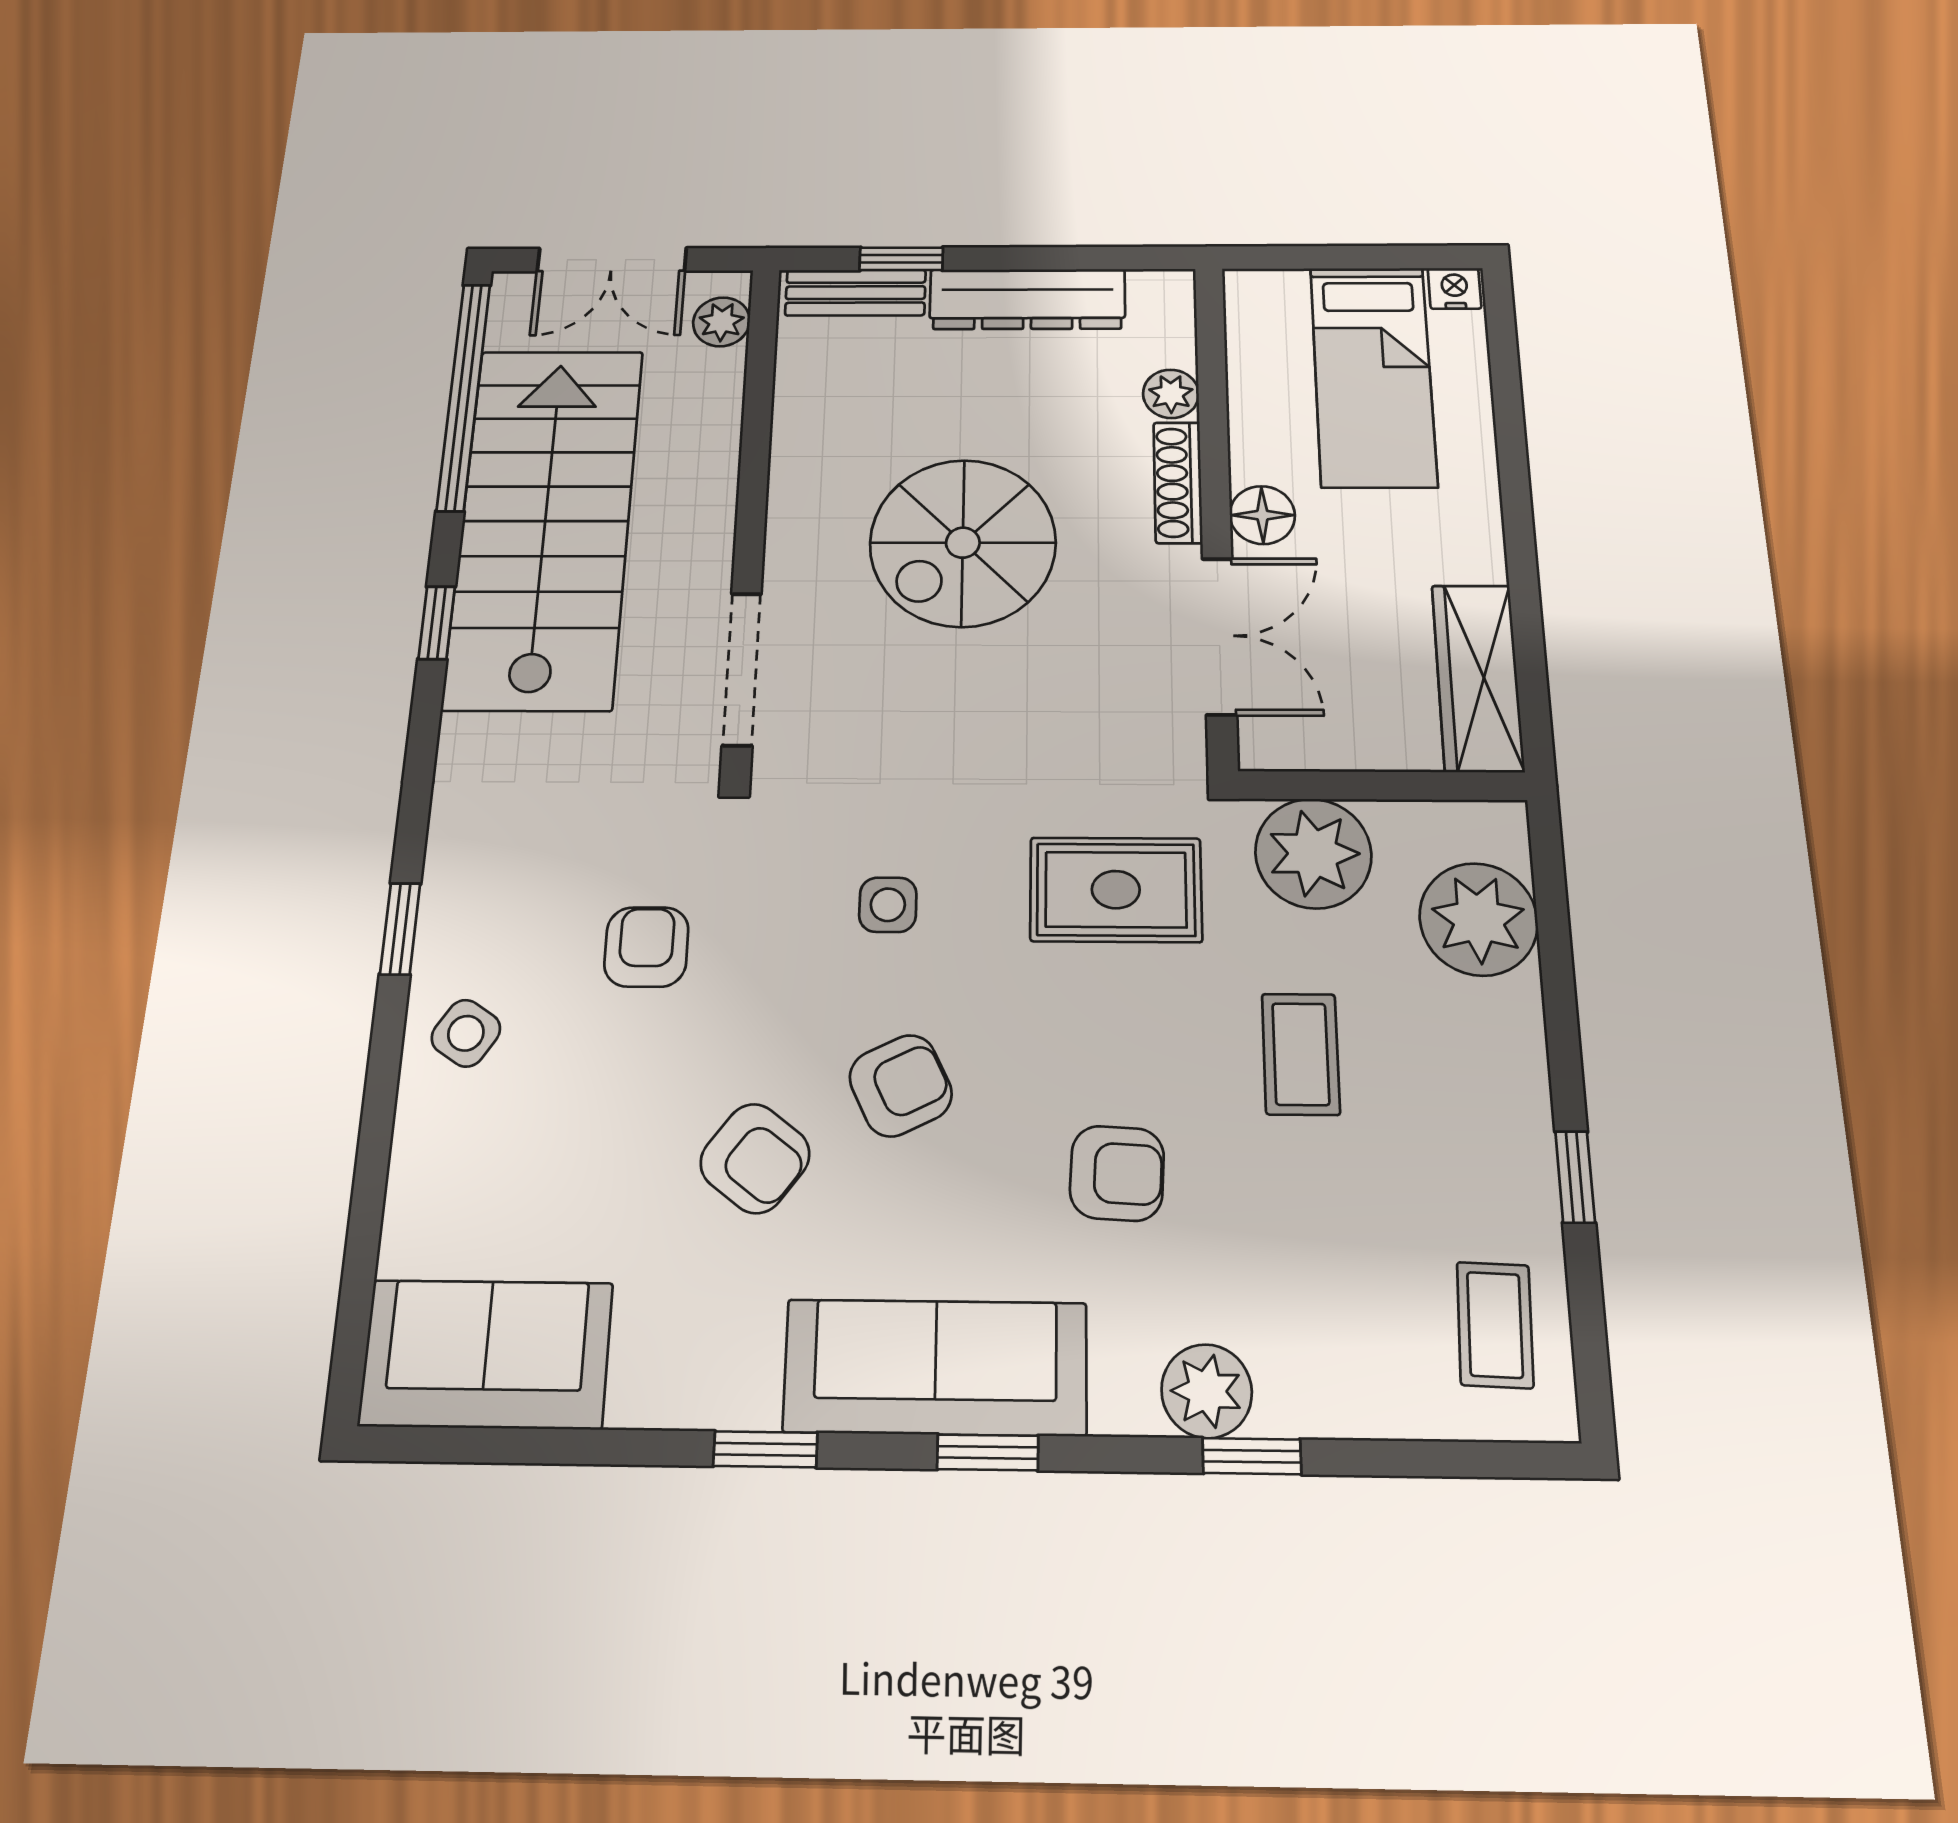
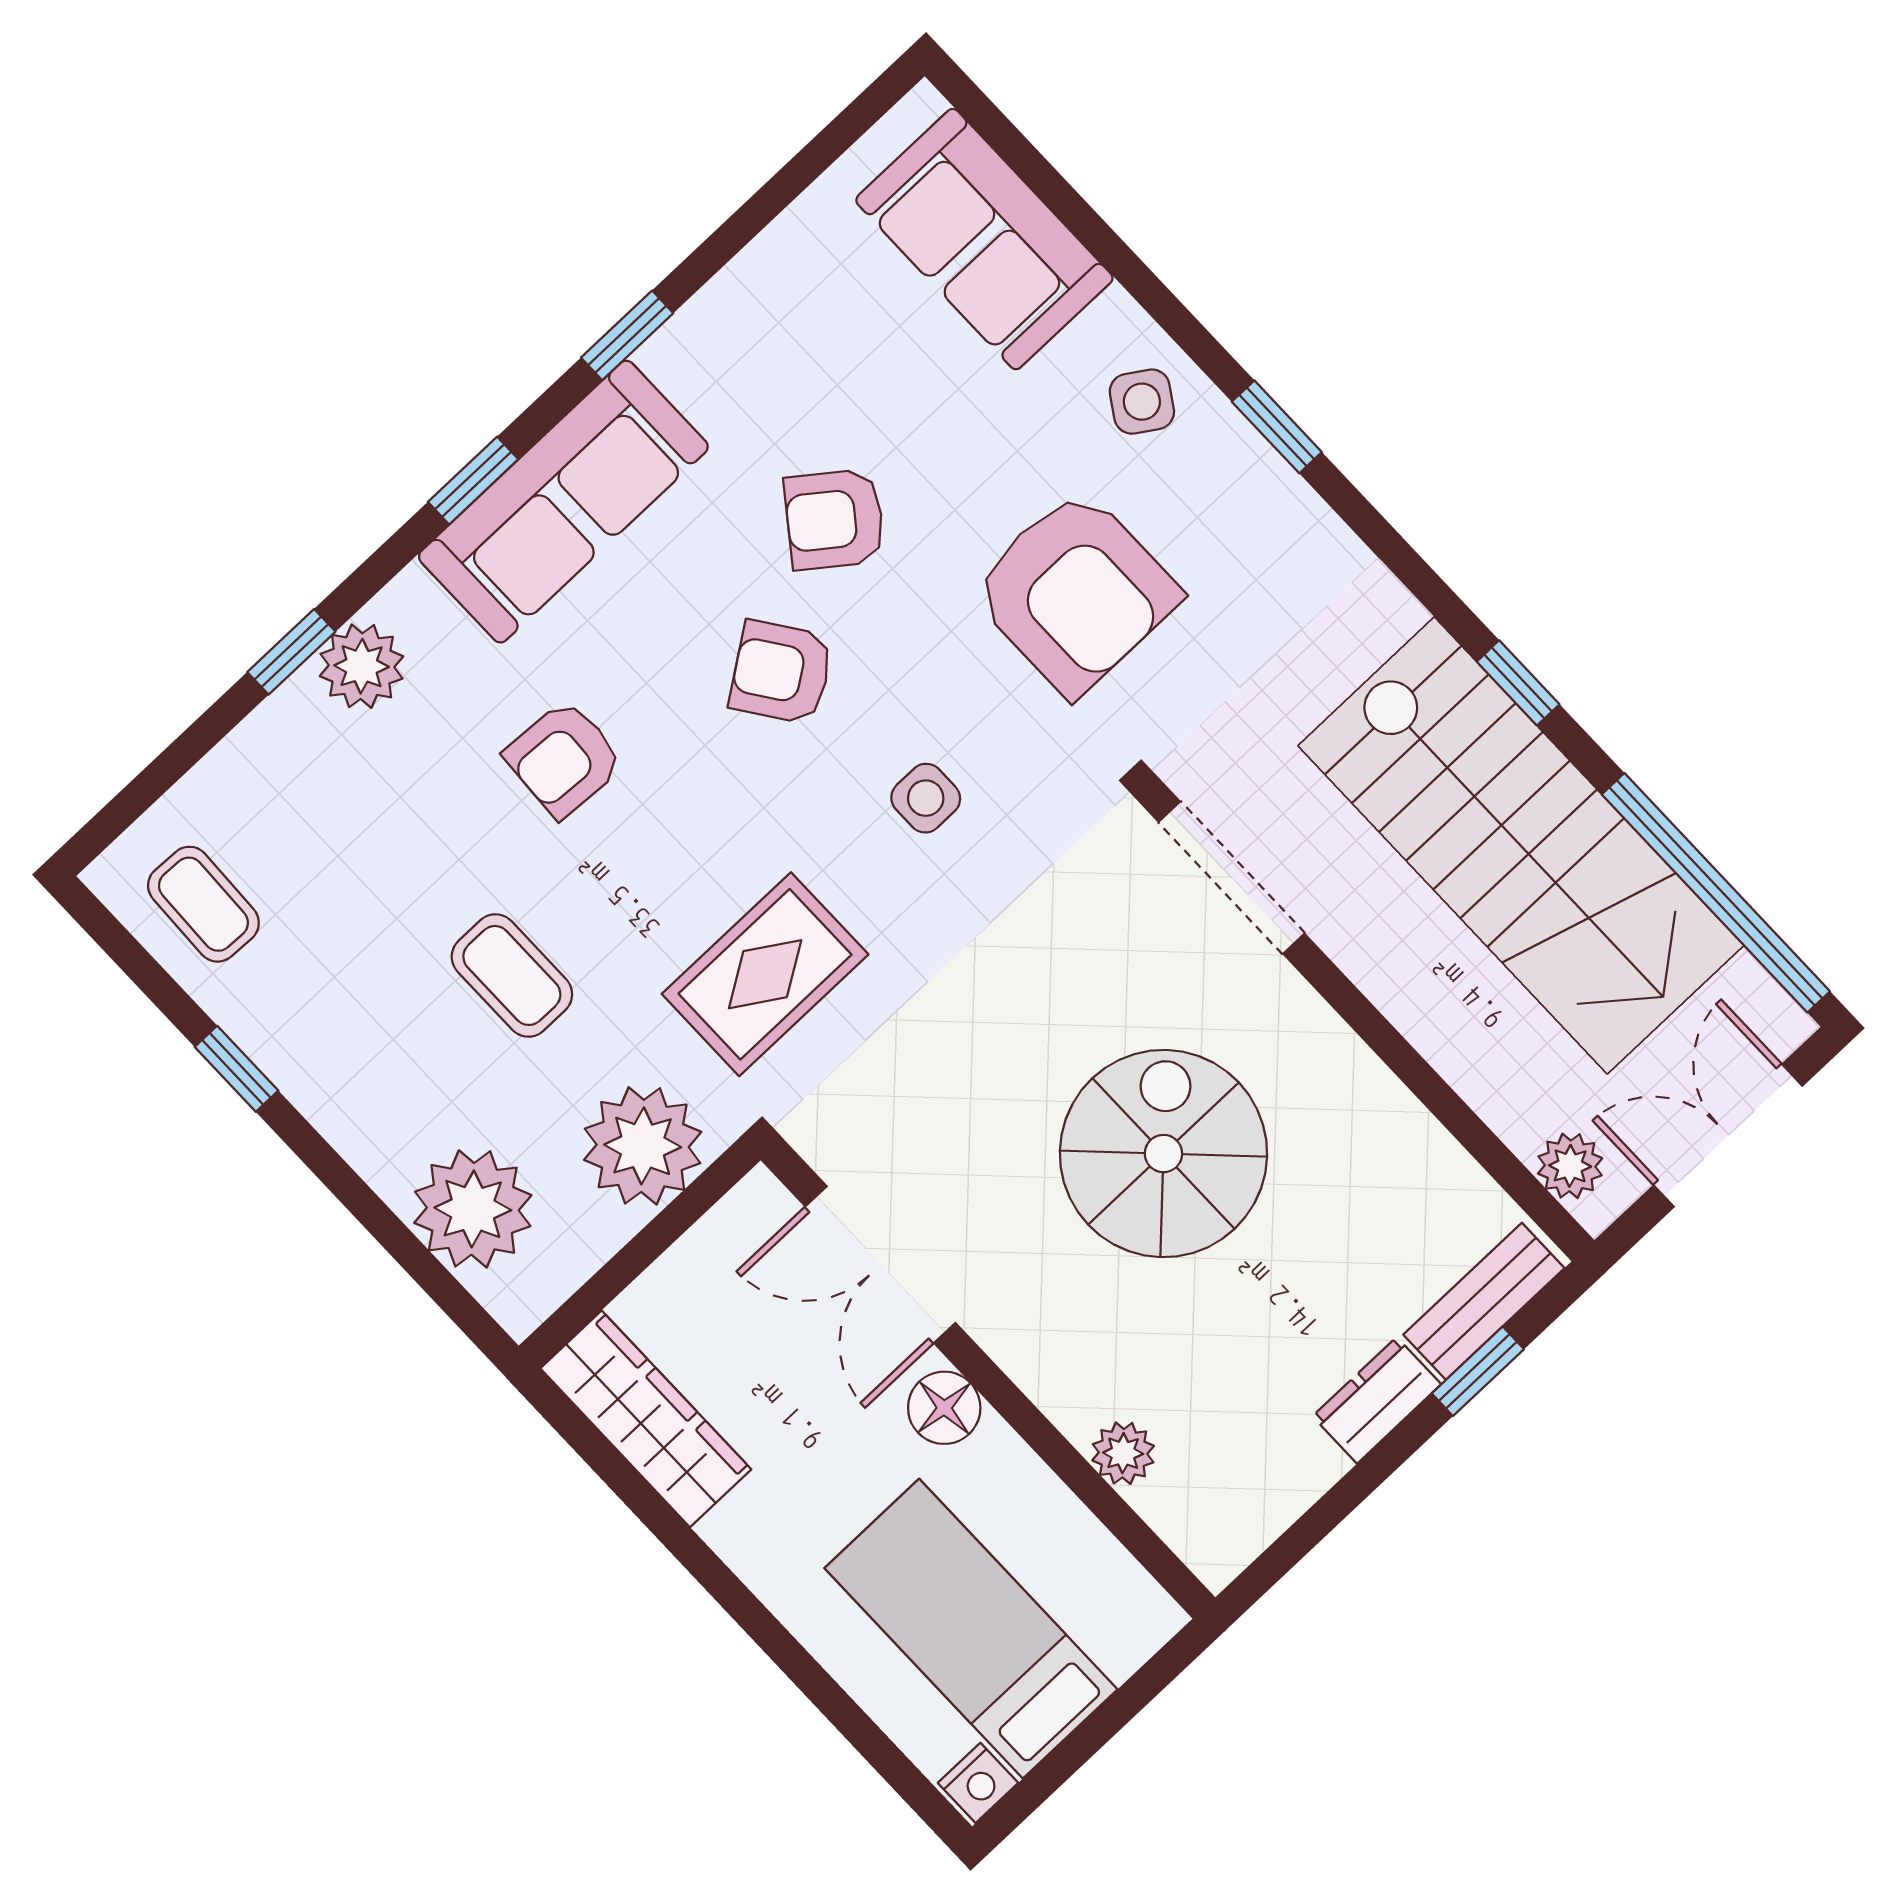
dresser: (1027, 299) -> (1377, 1400), width x0.51, depth x0.80
shoe rack: (1178, 482) -> (1040, 1374), removed
armchair: (646, 947) -> (1075, 592), width x1.88, depth x1.88
armchair: (901, 1086) -> (781, 672), turned 81
sofa: (486, 1354) -> (984, 239), moved, turned 90

